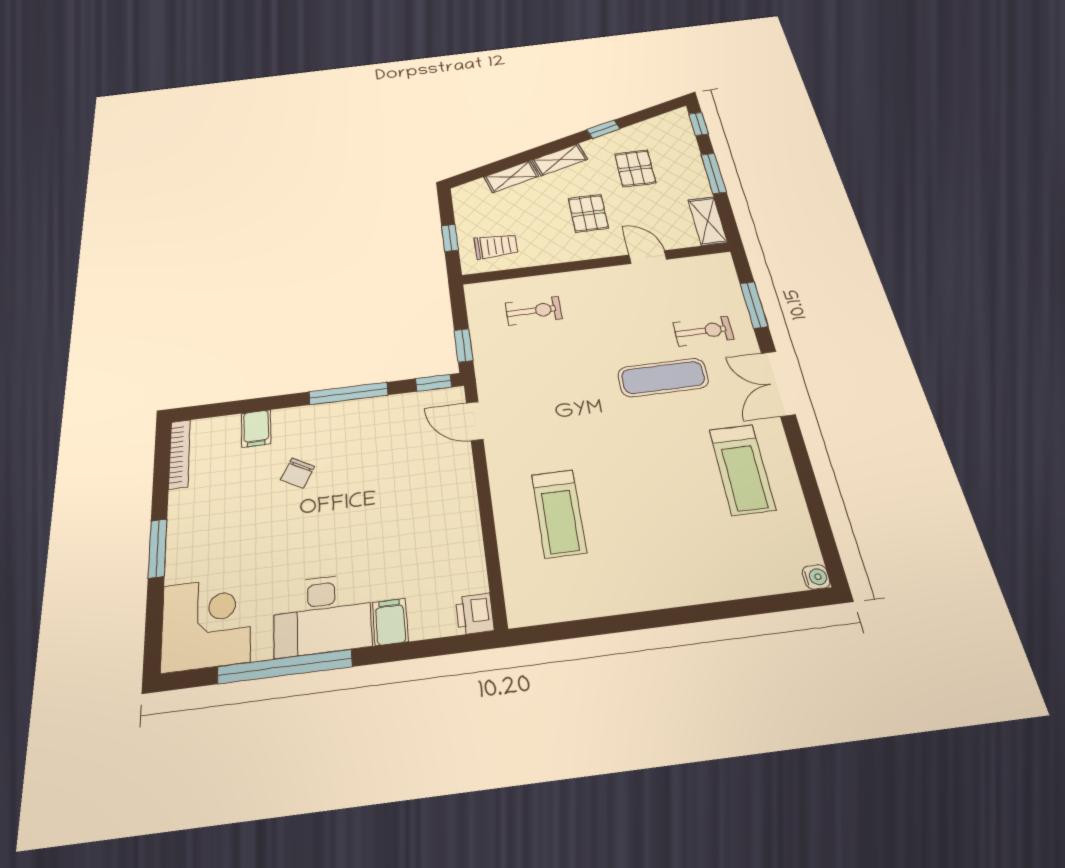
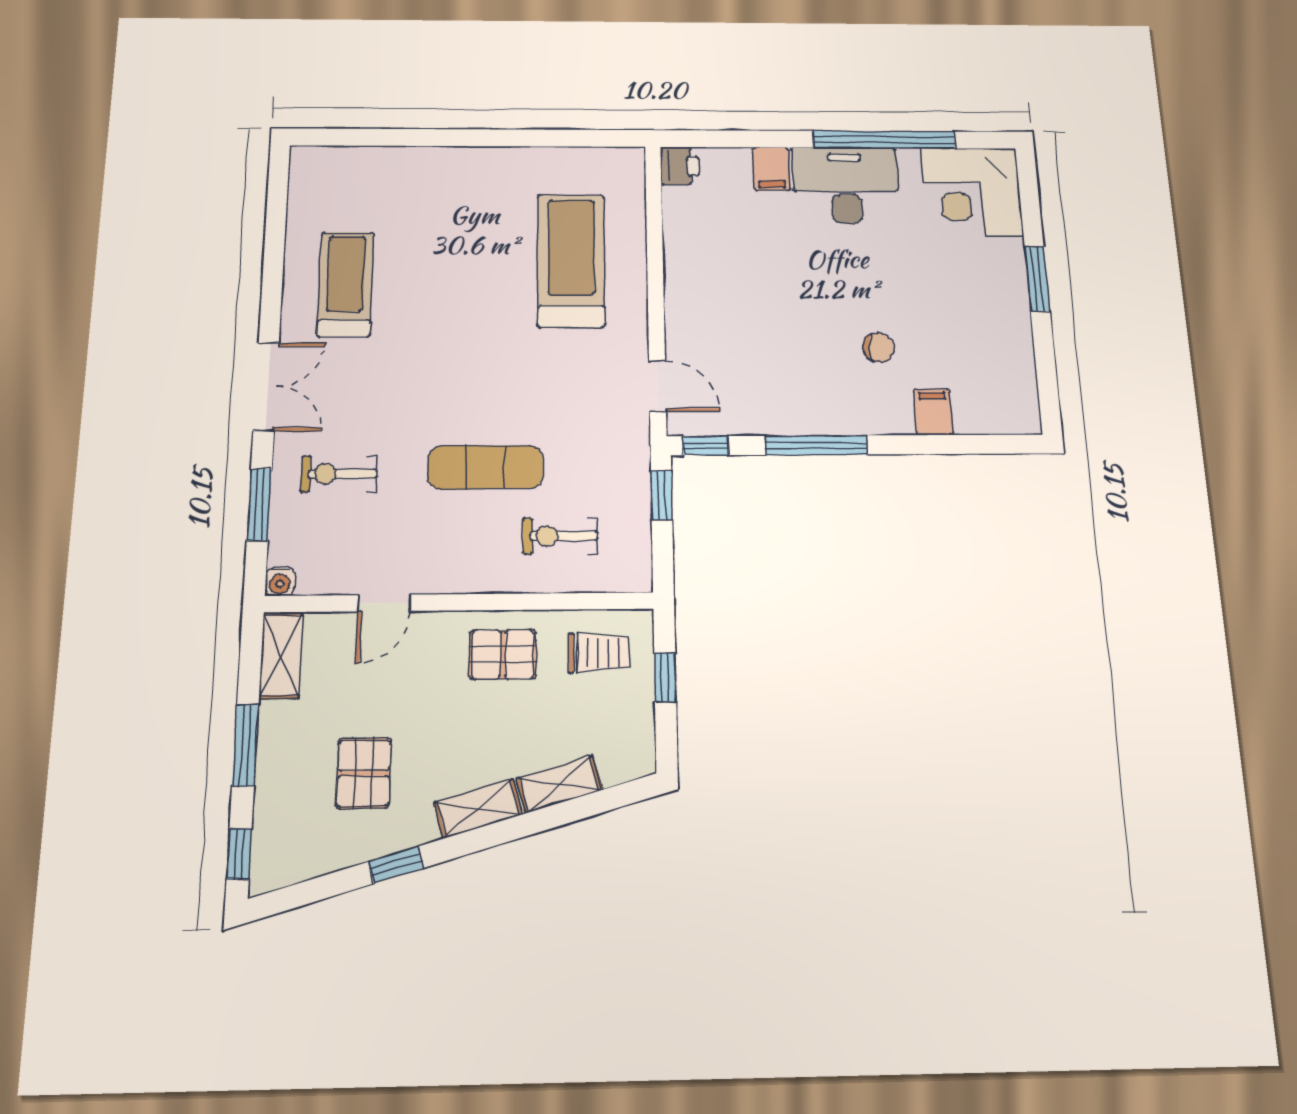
pallet: (588, 213) -> (503, 654), moved, turned 90
trolley: (496, 246) -> (599, 653), turned 180
door: (648, 257) -> (384, 603), hinge flipped
exercise mat: (663, 377) -> (485, 467), moved
bookcase: (179, 454) -> (1027, 390), removed
chair: (298, 473) -> (879, 347), turned 61
treadmill: (559, 513) -> (571, 260), width x1.37, depth x1.38
water cooler: (816, 577) -> (280, 582), moved, turned -90

